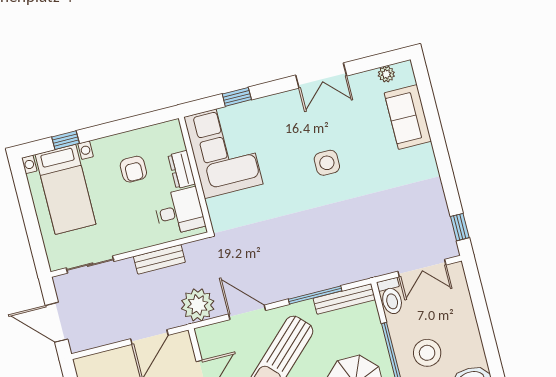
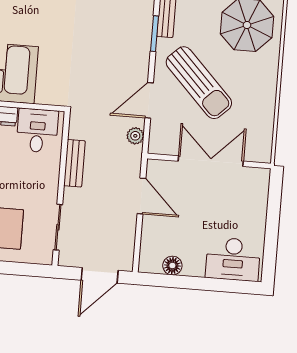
window: (315, 295) -> (154, 34), width x0.69
plant: (198, 305) -> (135, 136), width x0.53, depth x0.53

